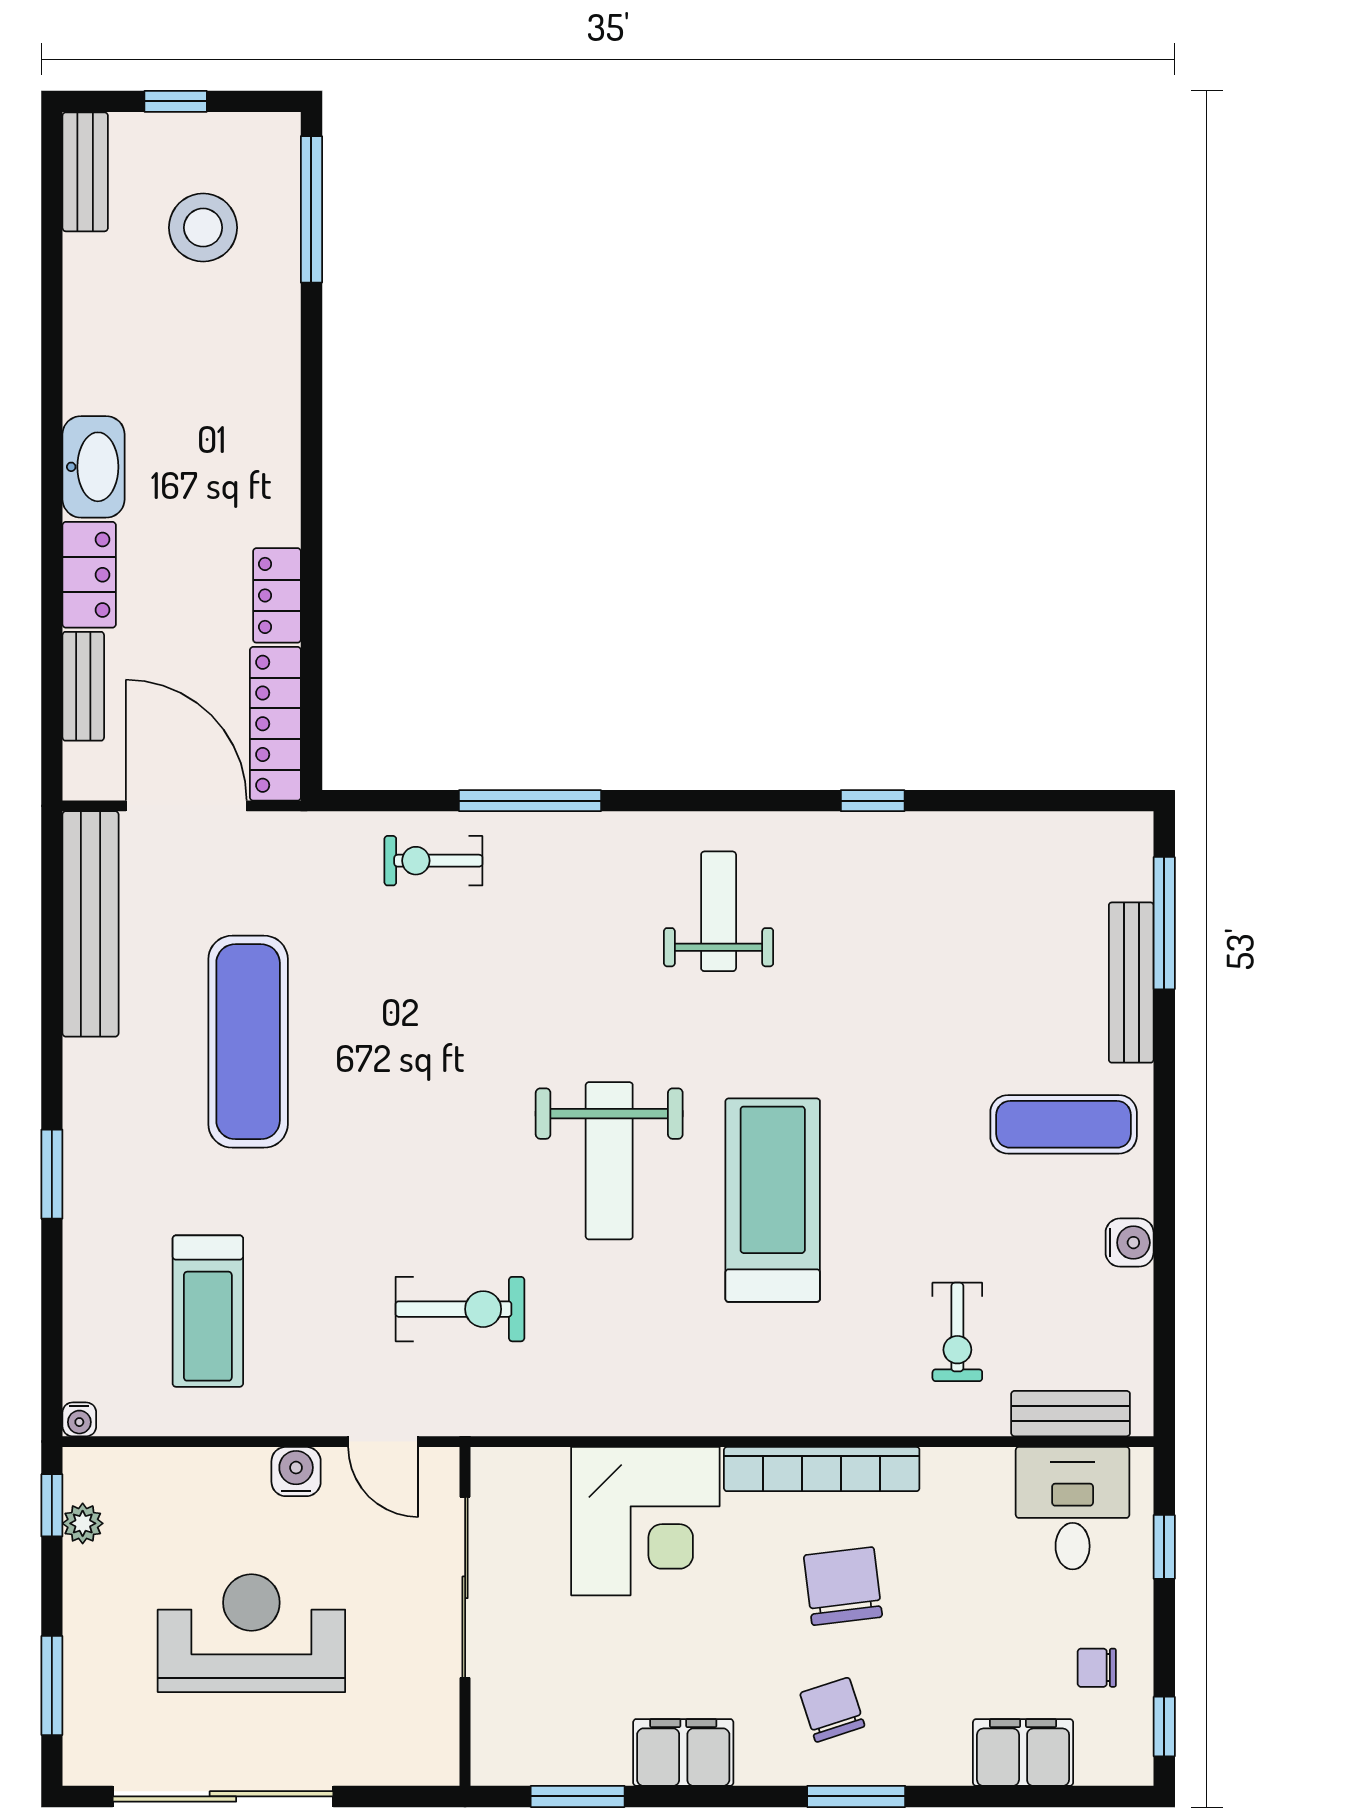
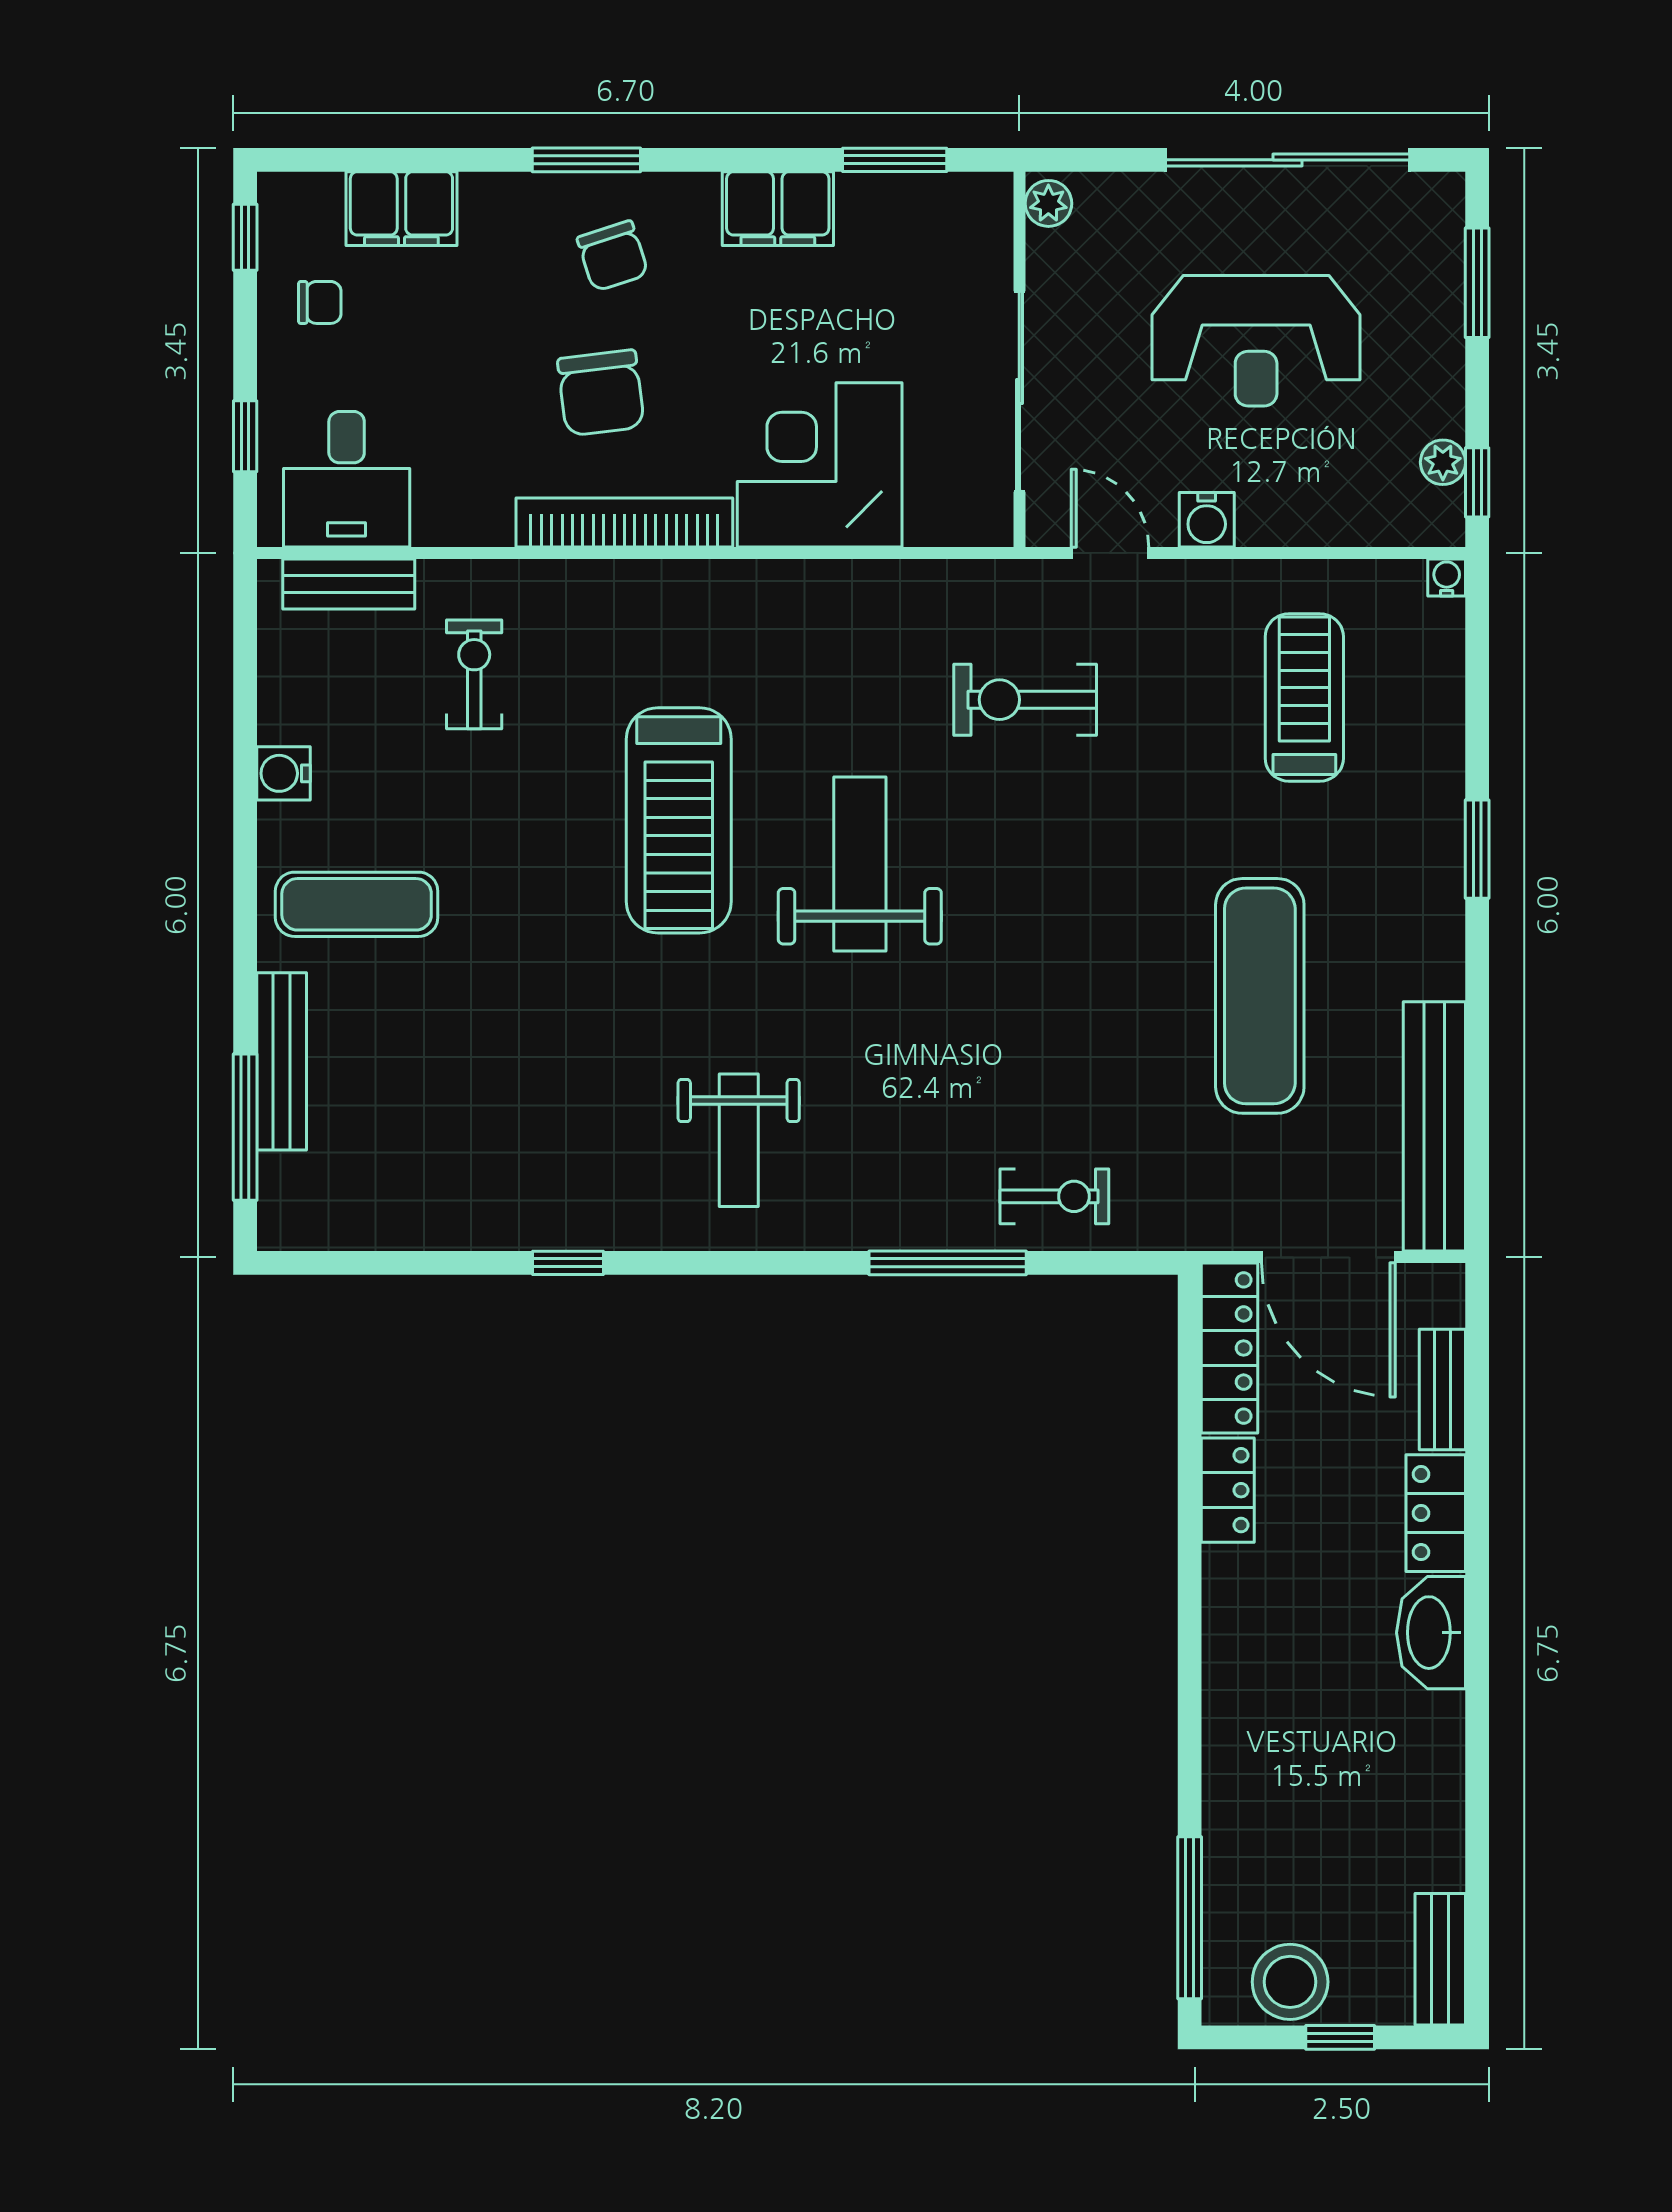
stool: (203, 228) -> (1290, 1982), moved
plant: (439, 1757) -> (1048, 203), added

